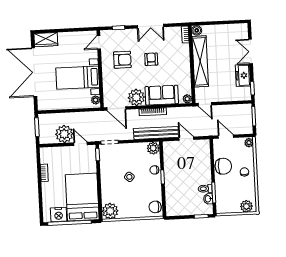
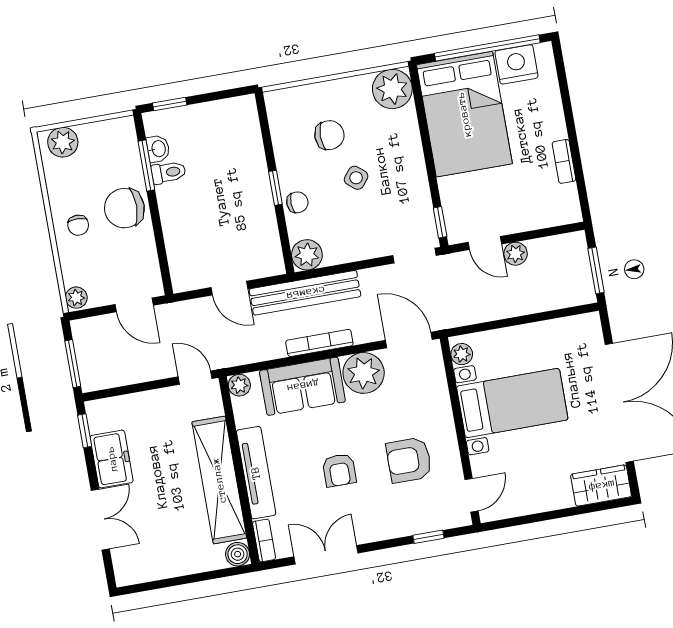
double door: (150, 26) -> (326, 555), moved
tv unit: (185, 62) -> (256, 473), added
plant: (64, 134) -> (516, 254), width x0.53, depth x0.53
chair: (223, 166) -> (124, 208), moved
chair: (155, 207) -> (329, 135), moved

